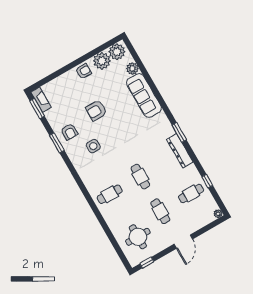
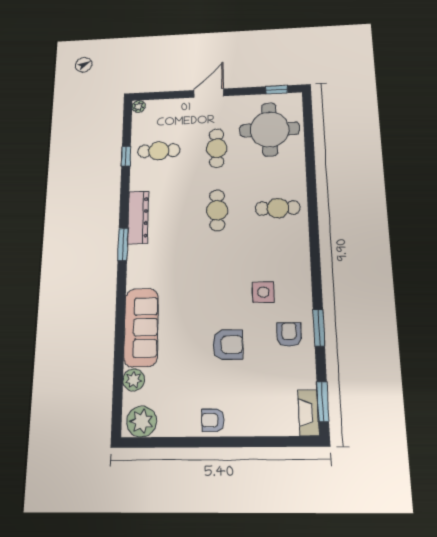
plant: (102, 61) -> (174, 420), removed
round table: (138, 237) -> (270, 129), width x1.36, depth x1.36

